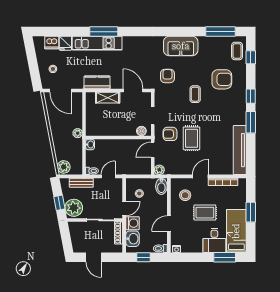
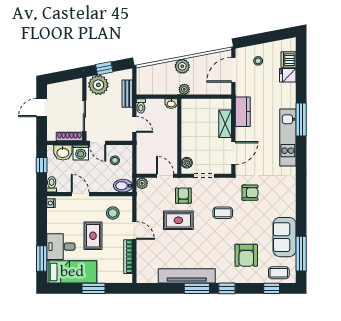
kitchen unit: (97, 43) -> (288, 137), moved
sofa: (181, 46) -> (285, 237), moved
coffee table: (195, 94) -> (223, 213), moved
tv unit: (240, 150) -> (187, 276), moved
plant: (64, 167) -> (182, 66), moved

